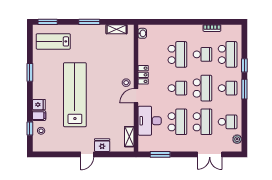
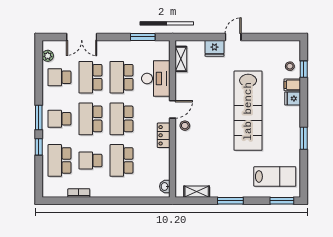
school desk: (177, 88) -> (122, 119), width x1.85
double door: (210, 154) -> (82, 37), swing flipped

